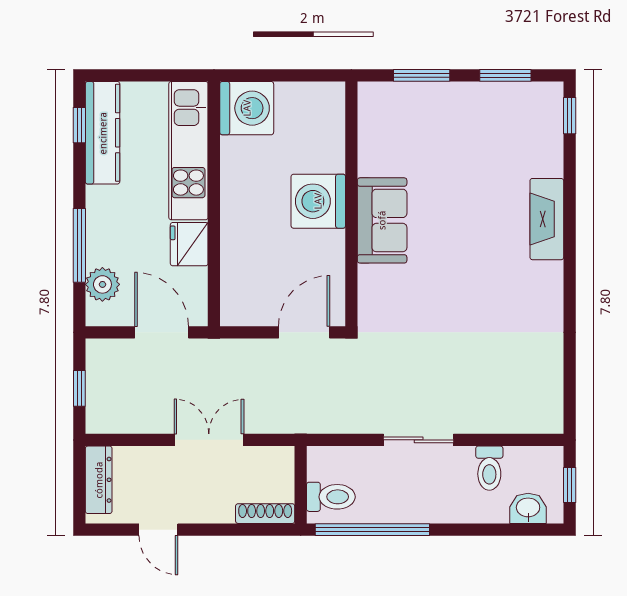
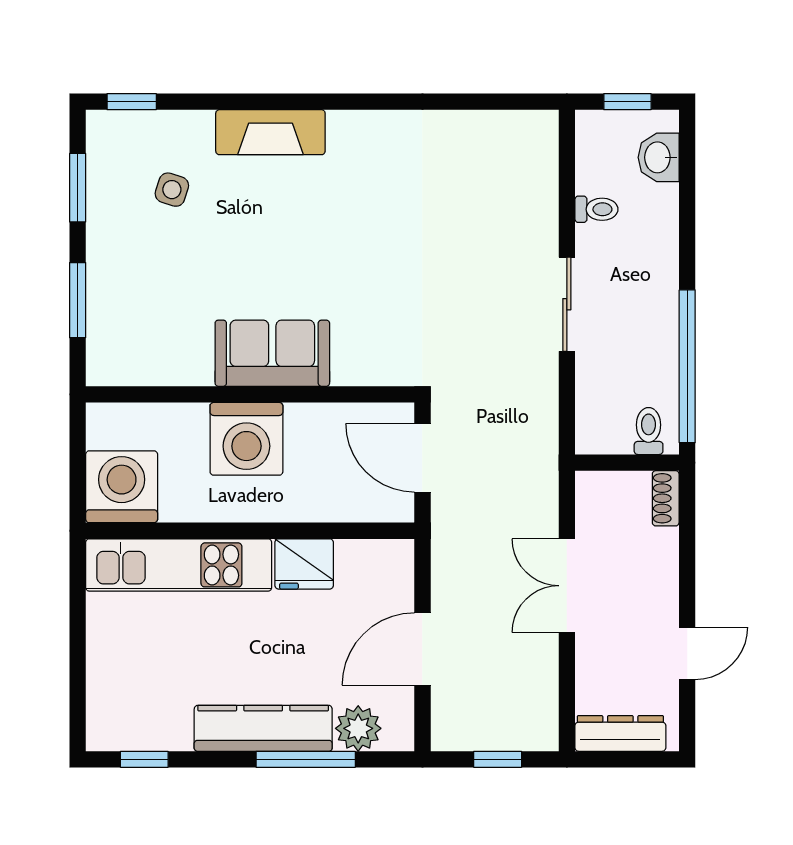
washing machine: (247, 108) -> (122, 487), moved
kitchen counter: (103, 133) -> (263, 728), moved
side table: (504, 146) -> (172, 190), added
kitchen unit: (188, 151) -> (179, 565), moved
wall: (214, 204) -> (250, 531), moved
fridge: (189, 244) -> (304, 564), moved
toilet: (489, 468) -> (596, 209), width x0.73, depth x0.72
toilet: (331, 497) -> (649, 431), width x0.73, depth x0.72
shoe rack: (265, 514) -> (666, 498), width x0.70

